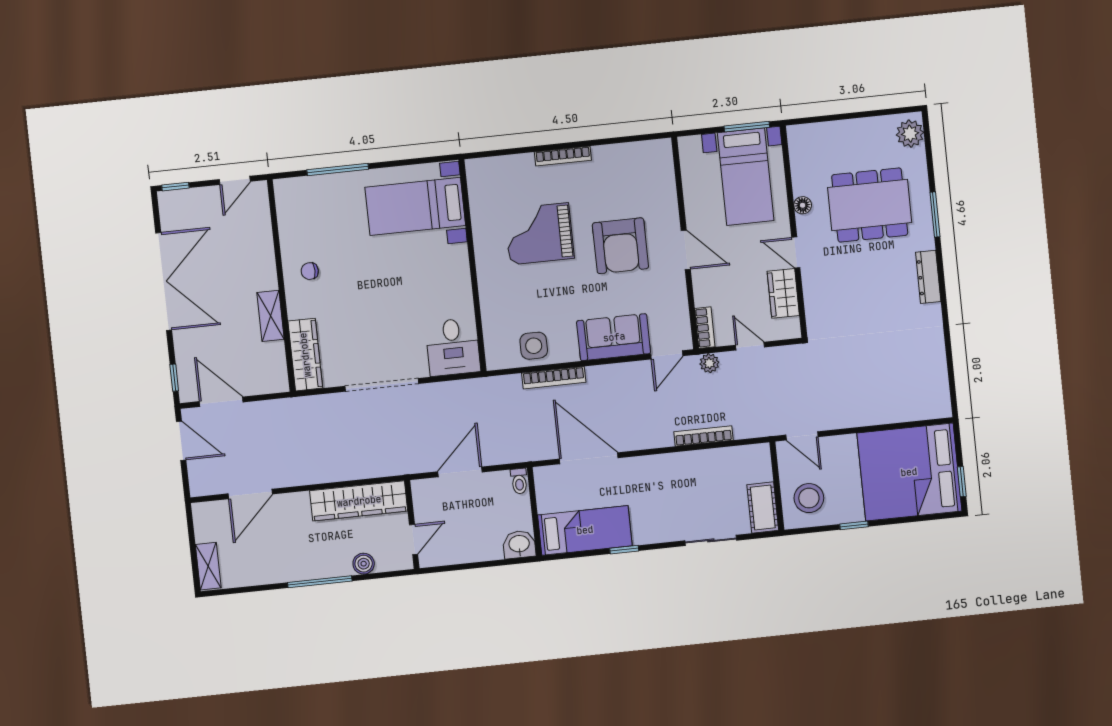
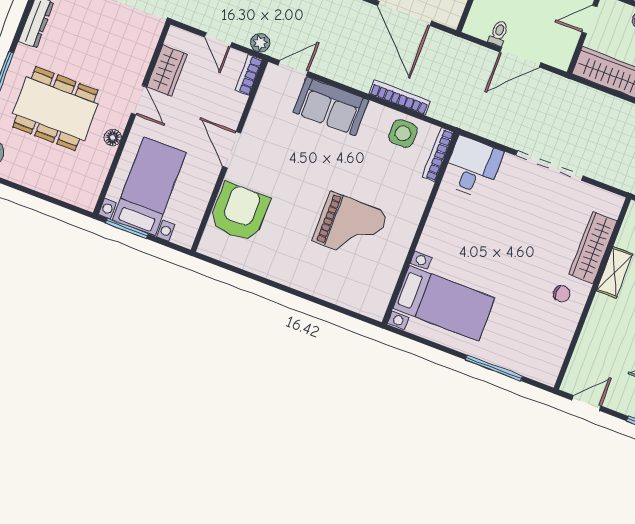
bookcase: (563, 156) -> (438, 155), moved, turned -90
armchair: (620, 246) -> (240, 212), moved
wardrobe: (305, 355) -> (593, 248), moved
toilet: (519, 481) -> (498, 33), moved

